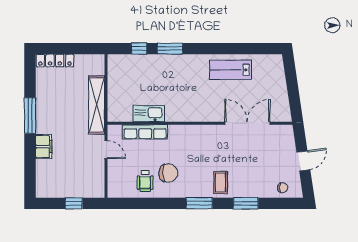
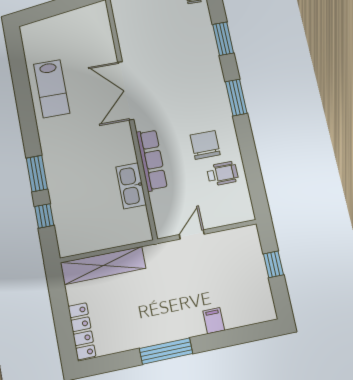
shelving: (97, 105) -> (103, 265), moved
double door: (247, 123) -> (126, 91), moved
row of seats: (145, 132) -> (152, 160), moved
filing cabinet: (44, 146) -> (214, 321), width x0.50
coffee table: (220, 182) -> (203, 75), removed

